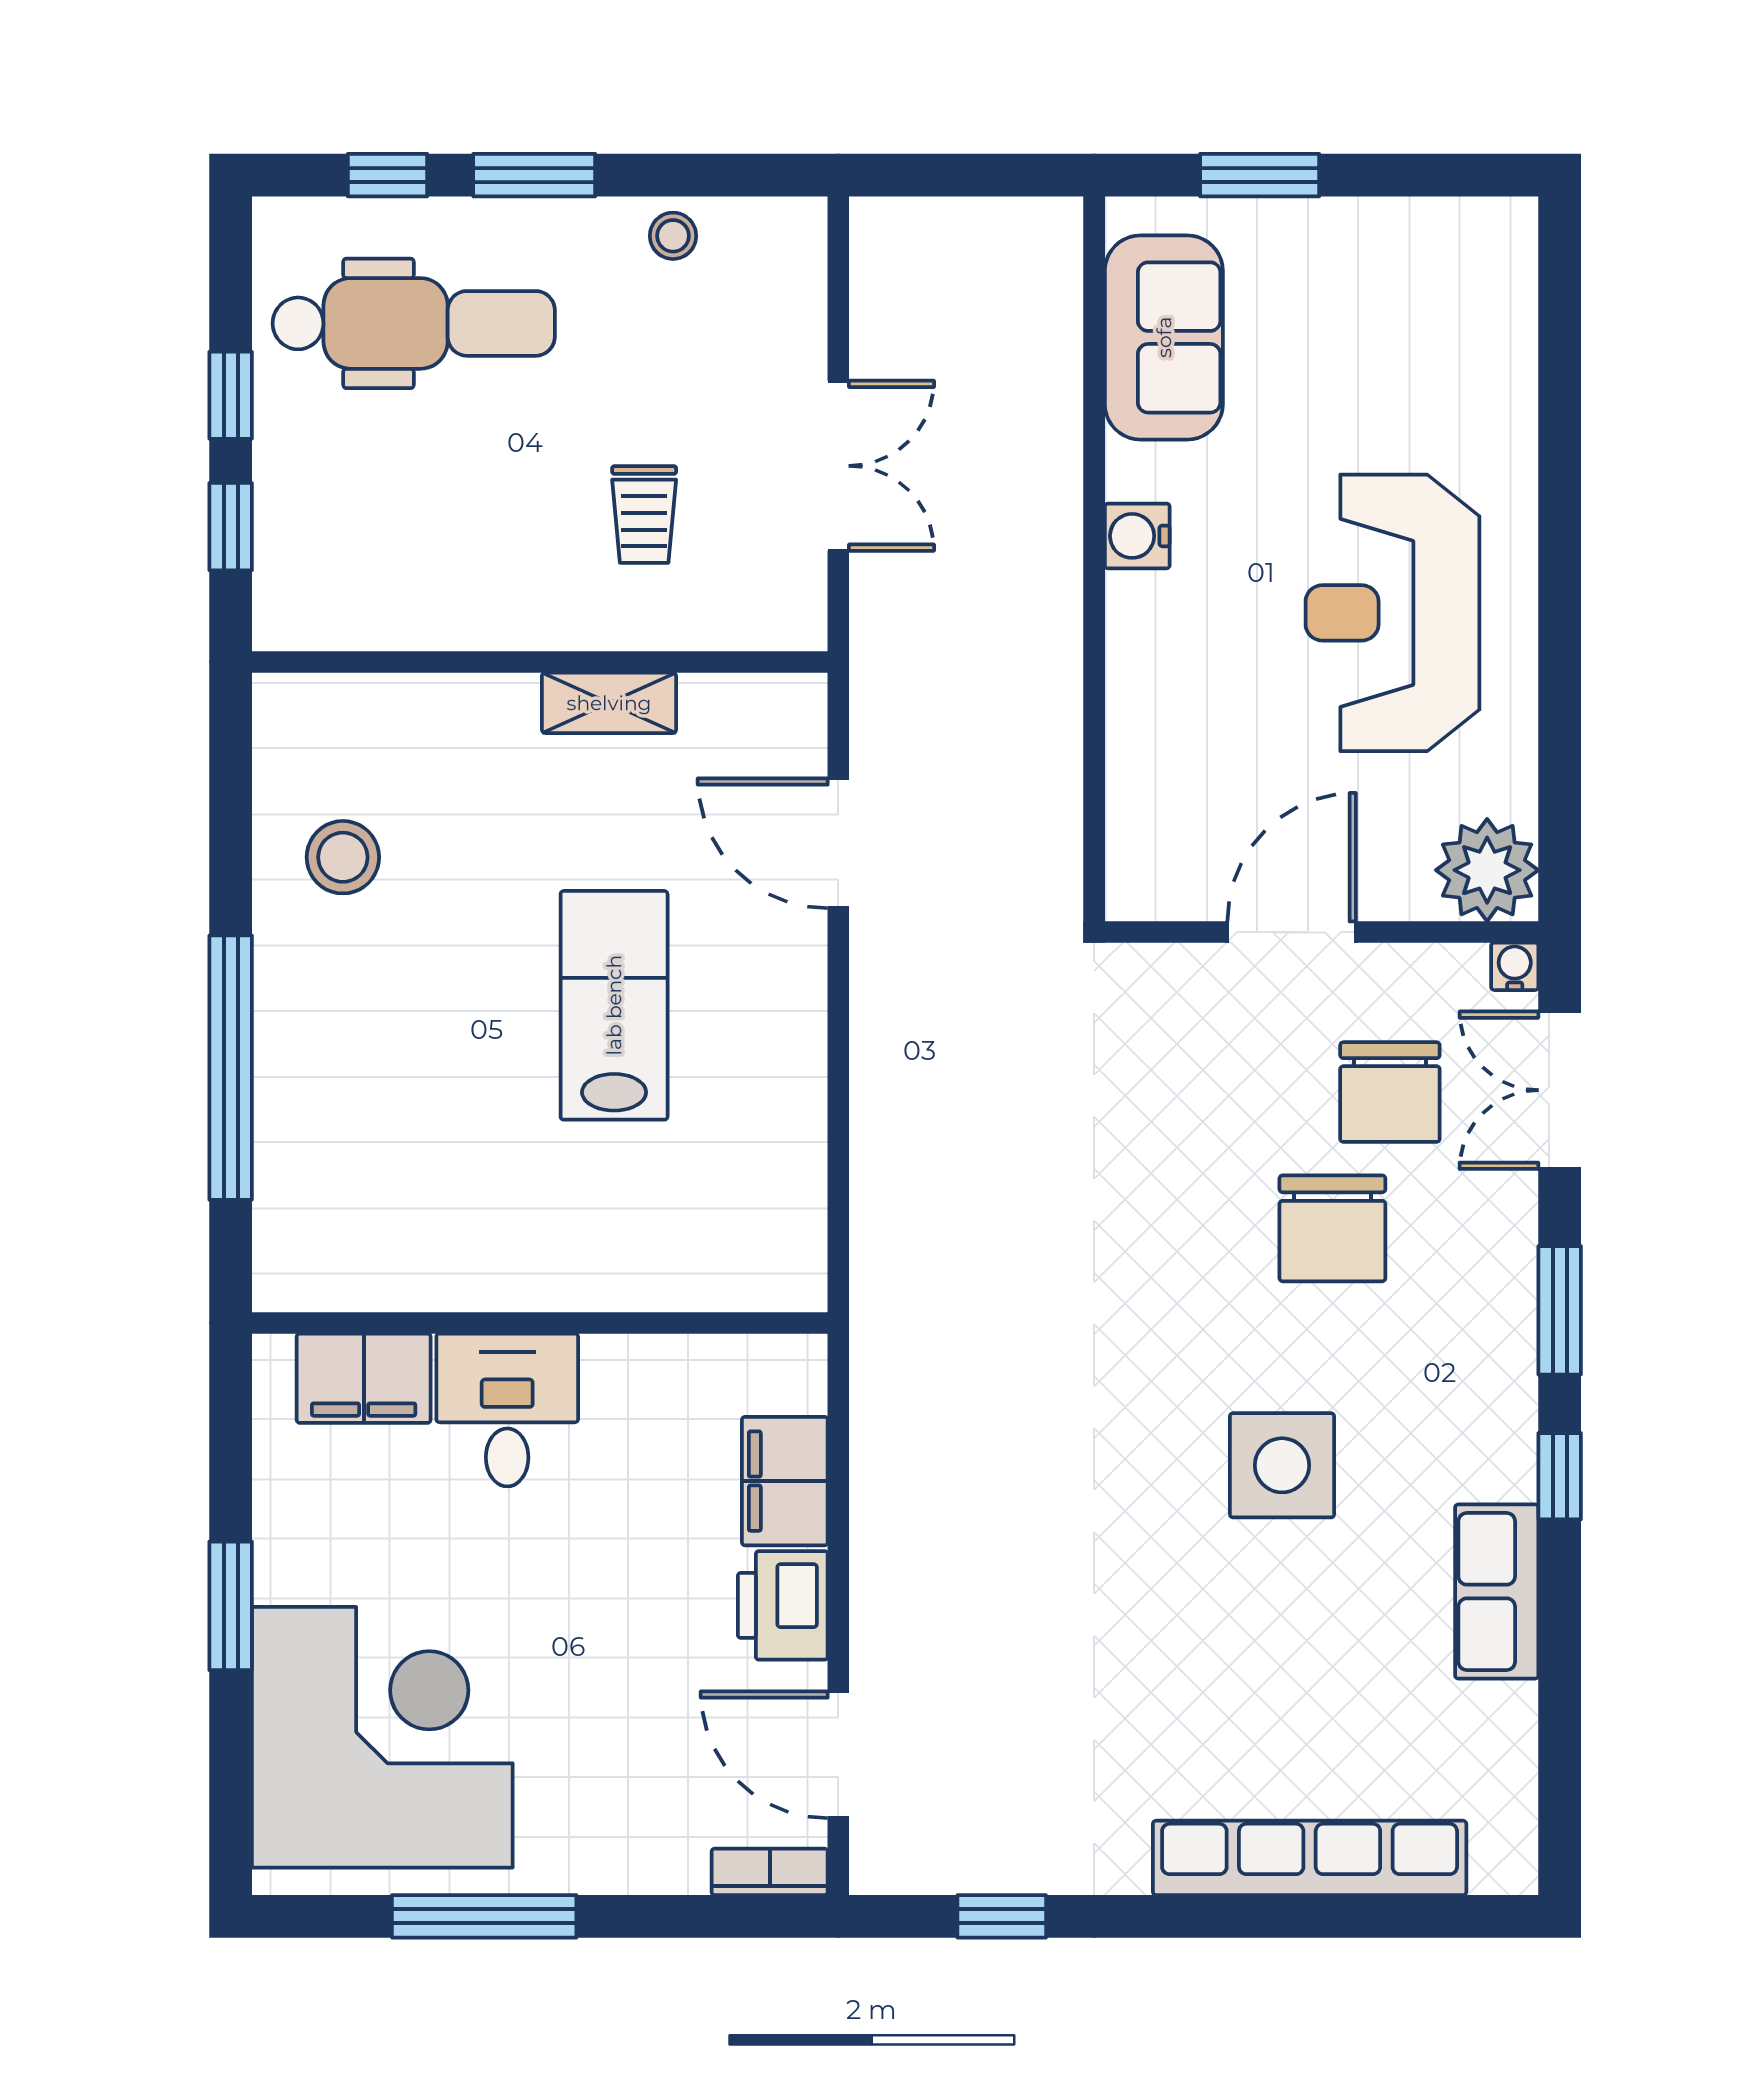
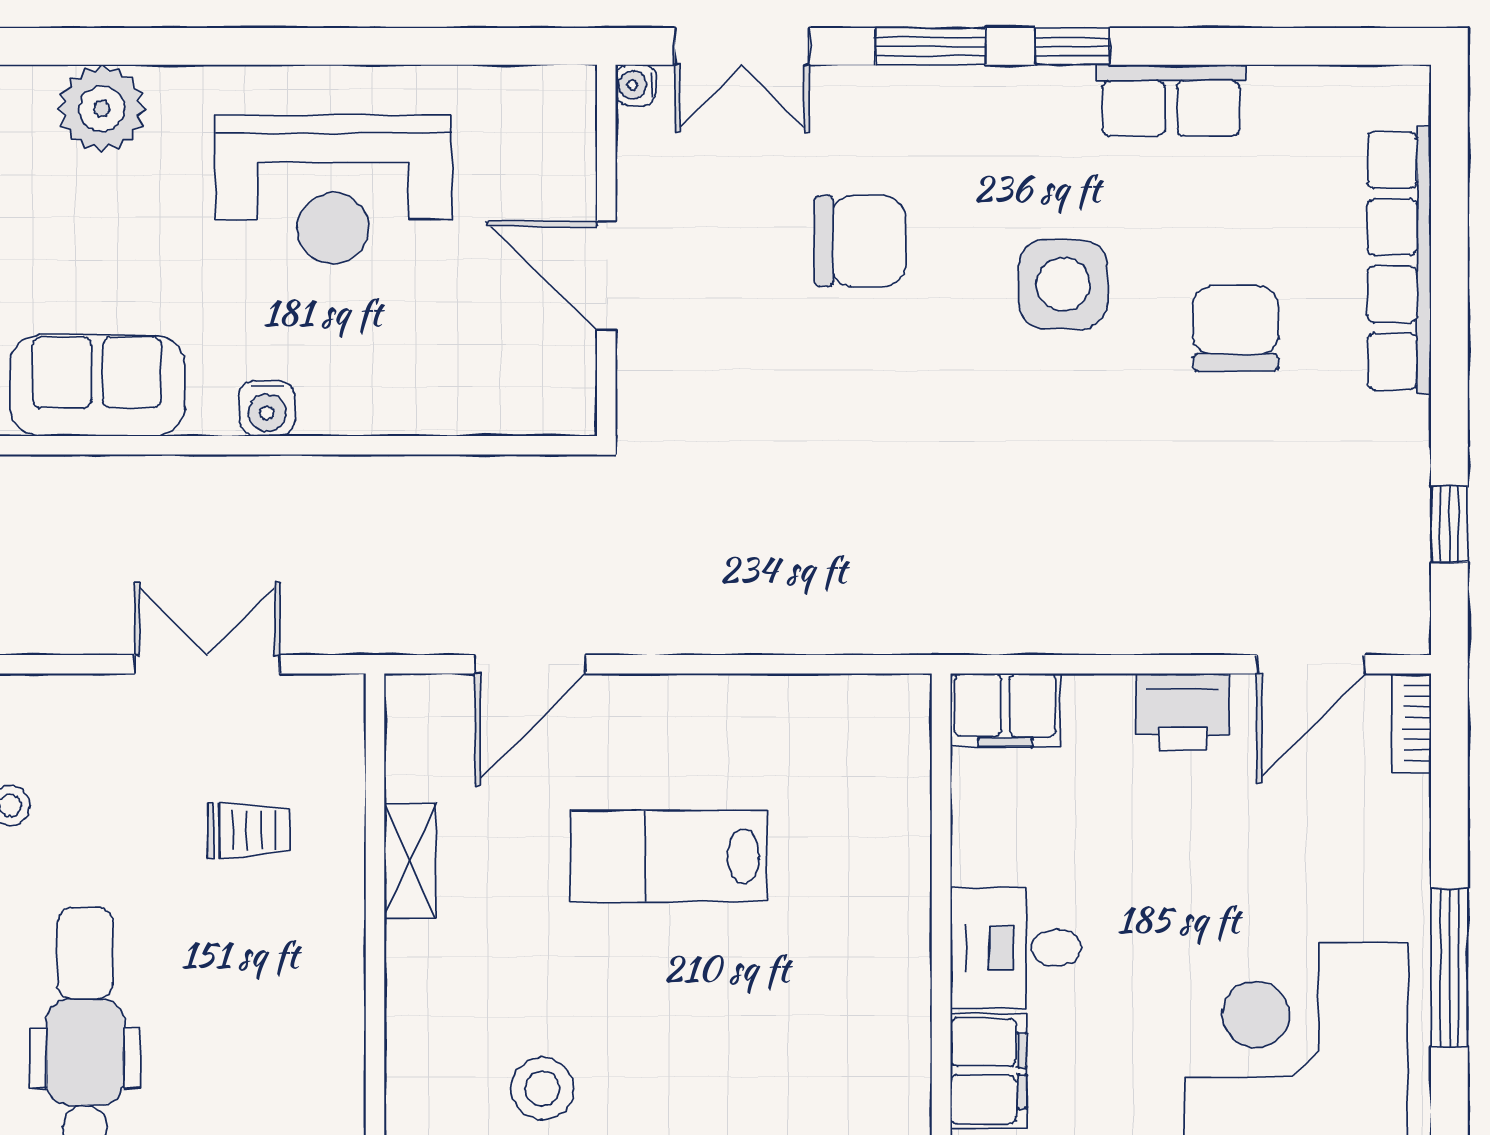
plant: (1487, 870) -> (102, 109), moved
chair: (1390, 1092) -> (1236, 328), moved, turned -90
filing cabinet: (785, 1481) -> (1005, 710), moved

